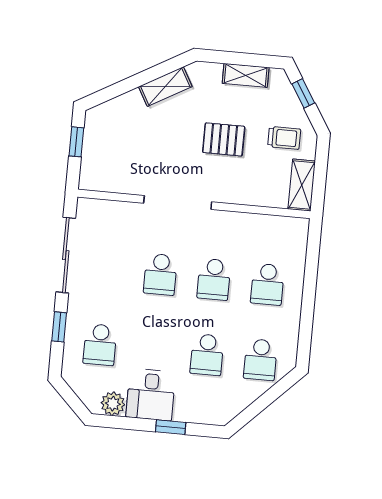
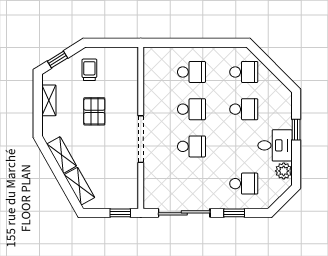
window: (76, 142) -> (120, 213), moved
shelving: (302, 185) -> (79, 186), moved, turned 61

